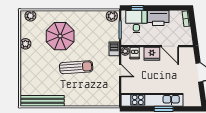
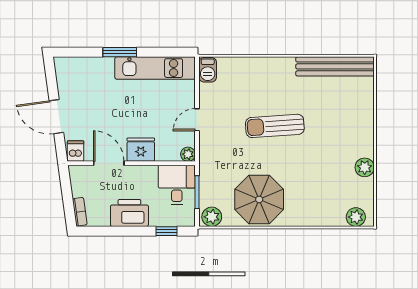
desk: (136, 22) -> (177, 185), moved, turned 180
parasol: (60, 36) -> (259, 199), moved
barbecue: (114, 49) -> (208, 70), moved
dishwasher: (135, 53) -> (76, 151), moved
door: (120, 71) -> (197, 120), hinge flipped
kitchen unit: (152, 100) -> (155, 68), width x0.73

